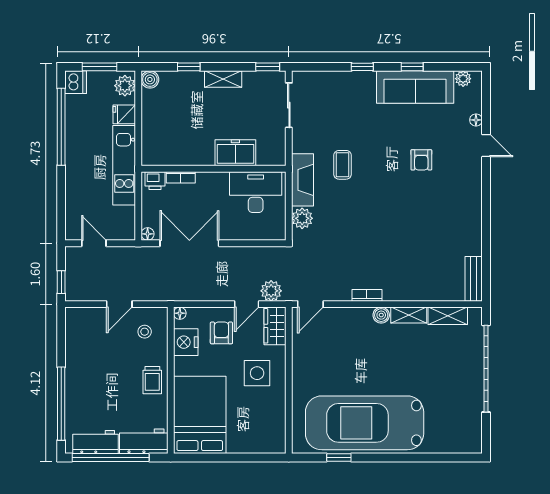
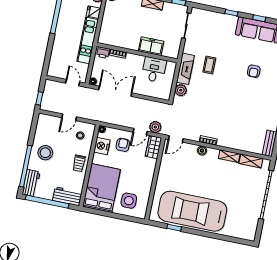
desk: (256, 192) -> (154, 70), width x0.73
door: (94, 243) -> (73, 83), moved
boiler: (381, 315) -> (202, 151), moved
side table: (257, 373) -> (129, 201), moved
stool: (90, 374) -> (45, 153), added
workbench: (95, 442) -> (31, 183), moved, turned 90

